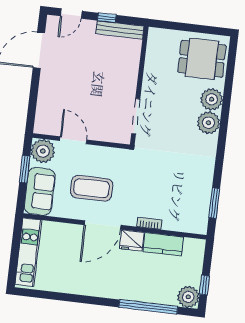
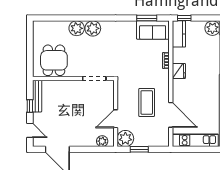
dining table: (202, 59) -> (54, 60), moved
plant: (43, 117) -> (102, 141), added
sofa: (40, 191) -> (153, 30), moved, turned 180
door: (103, 225) -> (171, 115), moved
kitchen counter: (163, 244) -> (179, 34), moved
window: (204, 285) -> (184, 18), moved

